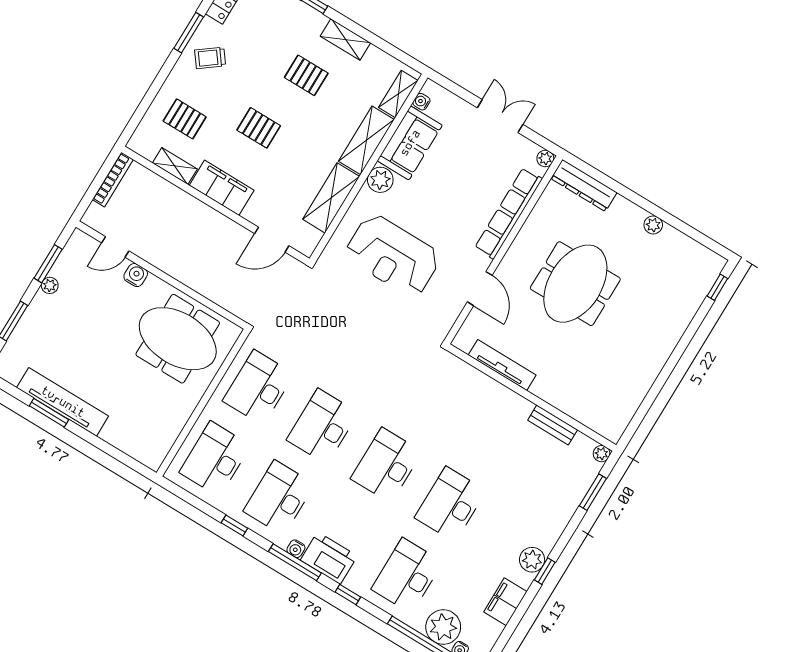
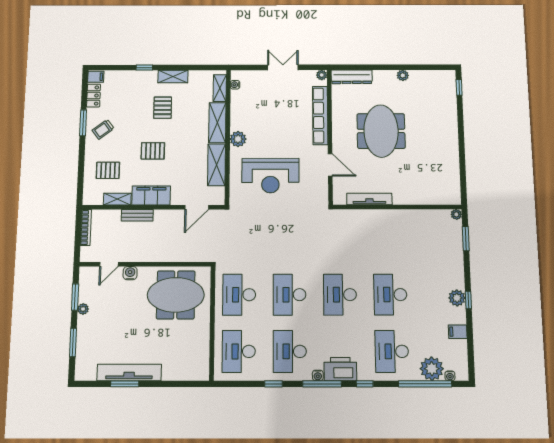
pallet: (306, 75) -> (163, 108), turned 90
sofa: (410, 143) -> (242, 110), removed
bench: (553, 425) -> (137, 215), moved
filing cabinet: (505, 602) -> (458, 332), width x0.50

